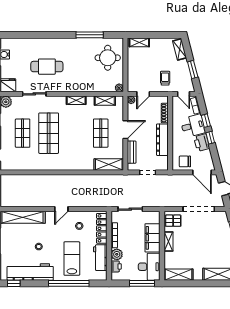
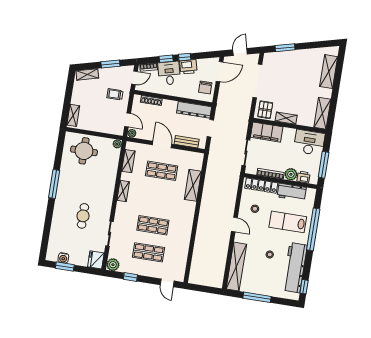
window: (90, 35) -> (54, 184), moved
cafe table: (47, 67) -> (83, 216), width x0.73, depth x0.74
shop shelf: (49, 133) -> (153, 225), width x0.70, depth x0.74
dresser: (162, 140) -> (194, 110), moved
shelving: (109, 165) -> (193, 185), moved
filing cabinet: (152, 238) -> (267, 132), moved
window: (142, 283) -> (324, 165), moved

